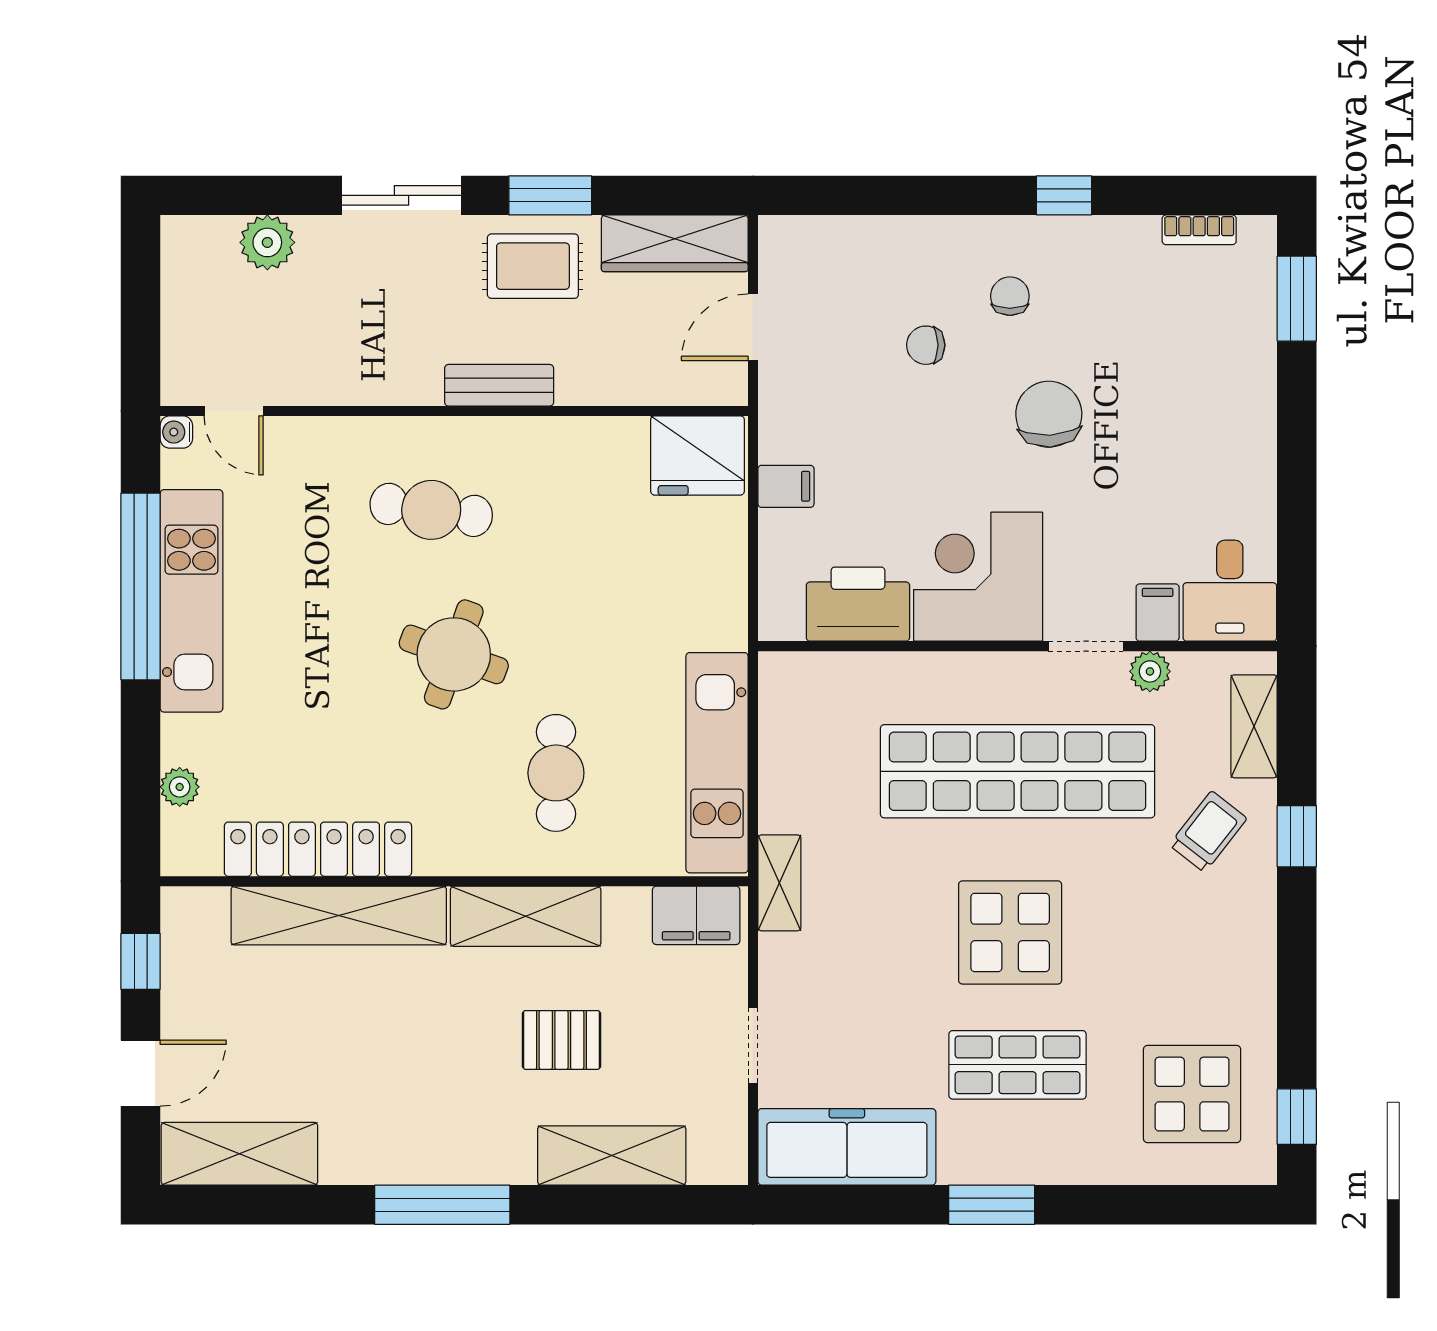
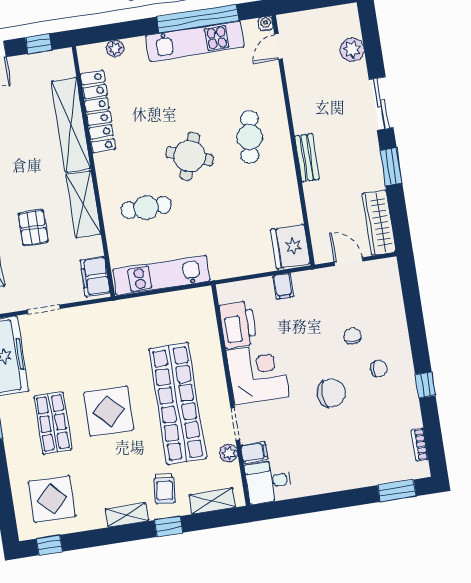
rug: (533, 266) -> (360, 164), removed
trolley: (1208, 832) -> (165, 488), turned 57
shelving: (779, 883) -> (127, 515), moved

